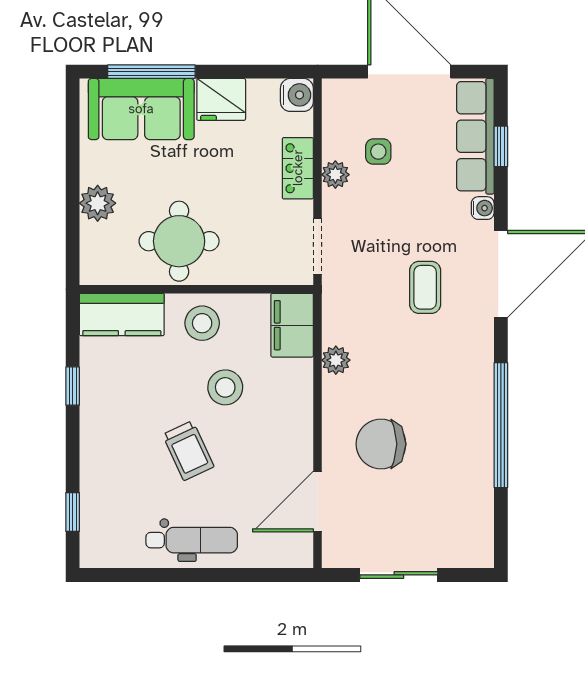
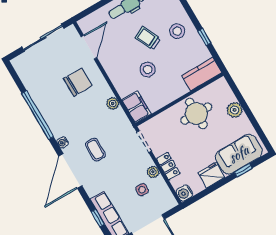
window: (151, 72) -> (243, 170), width x0.46
water cooler: (483, 208) -> (63, 142), moved
stool: (202, 323) -> (177, 31), moved
sliding door: (399, 575) -> (43, 38), width x1.37

